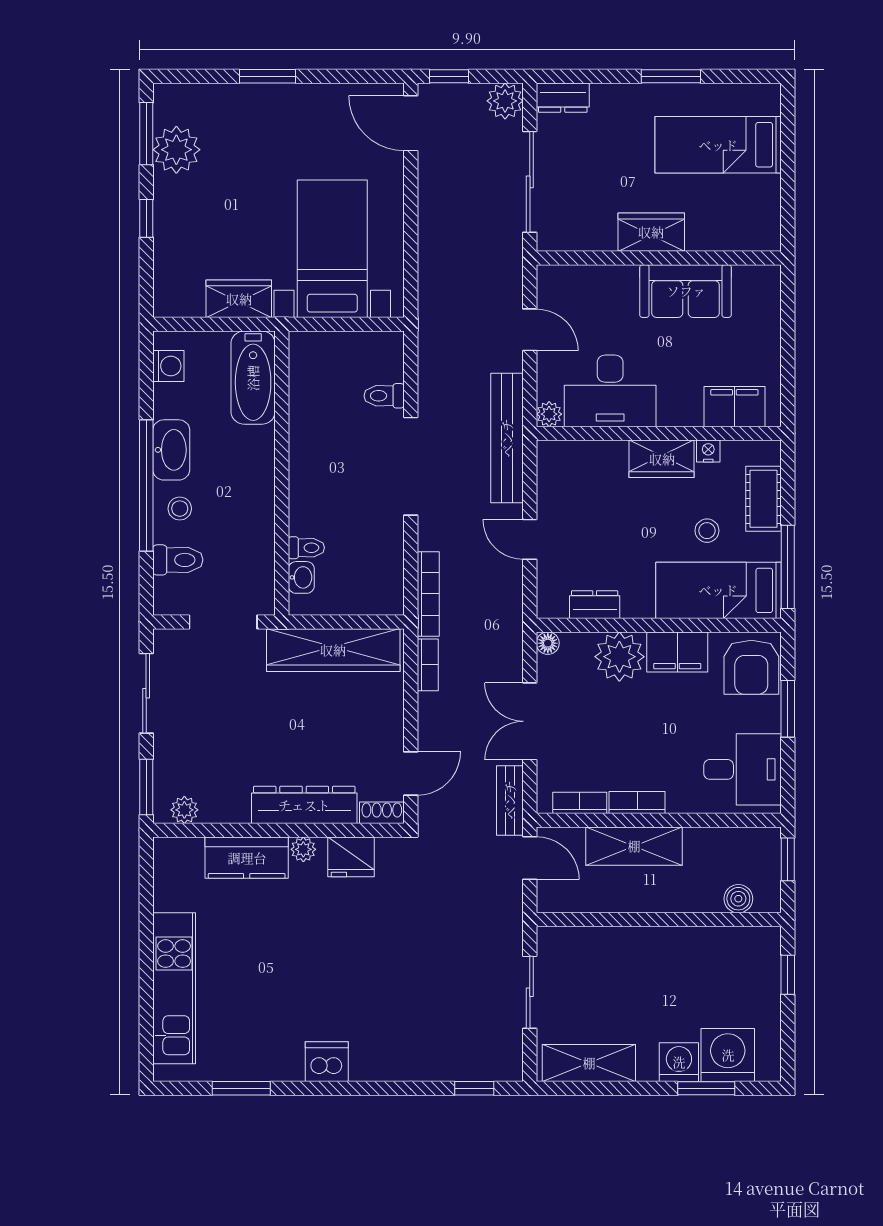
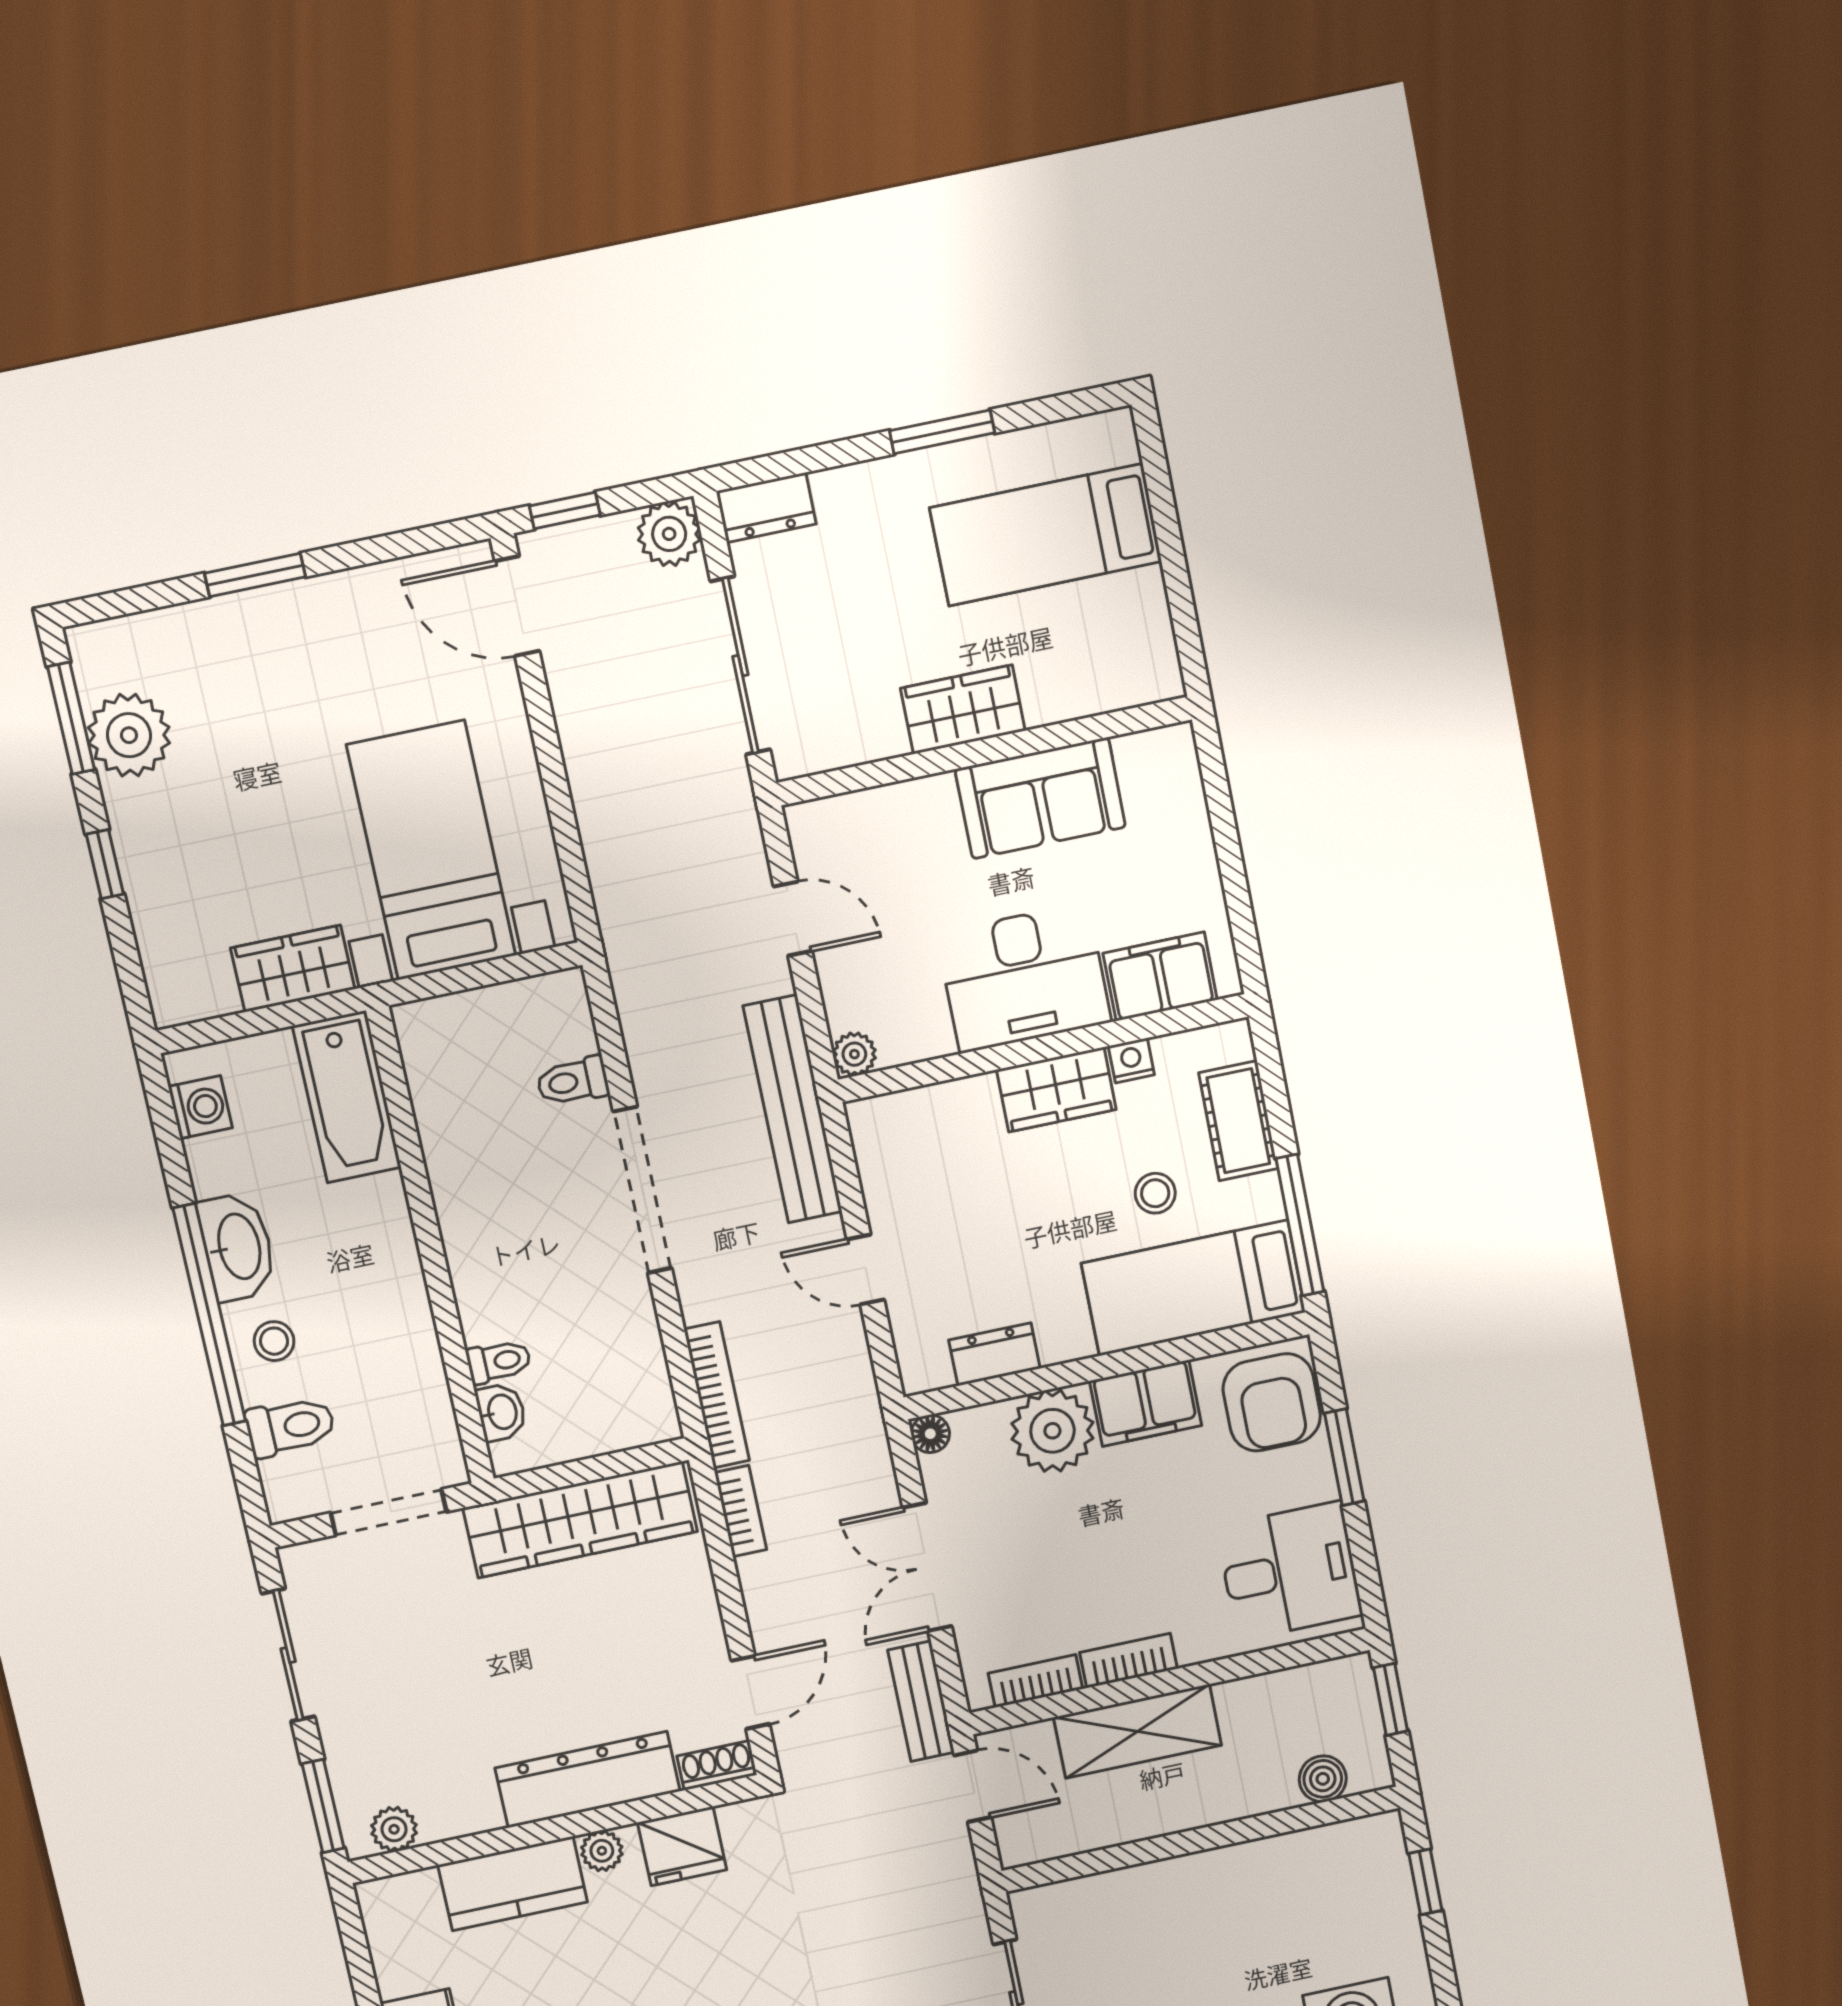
desk: (610, 391) -> (1024, 978), moved

